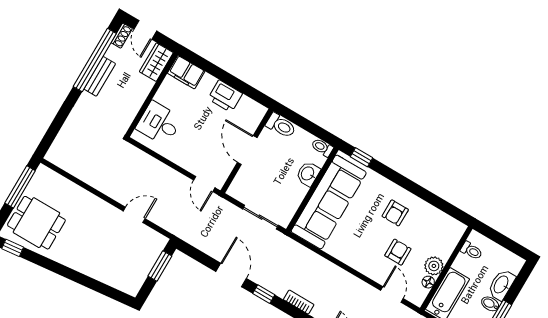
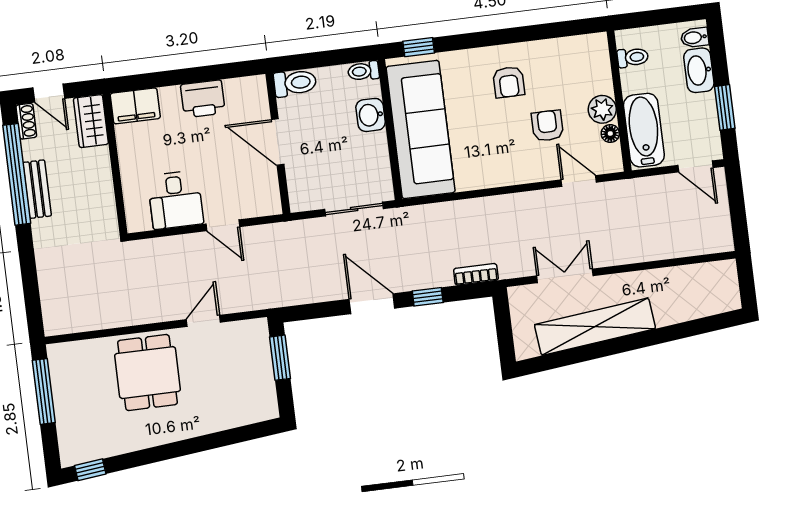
desk: (159, 123) -> (175, 200), moved, turned -90
door: (204, 184) -> (223, 225), moved
dining table: (36, 223) -> (148, 373), moved, turned 90
bidet: (490, 304) -> (695, 38), moved

